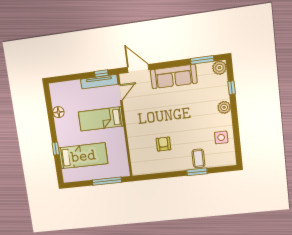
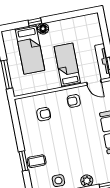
floor lamp: (58, 112) -> (43, 29), moved
armchair: (138, 115) -> (74, 101), added
armchair: (163, 144) -> (44, 114), moved

